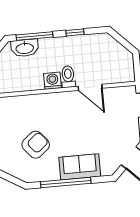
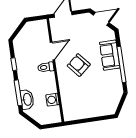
washing machine: (52, 81) -> (53, 100), moved
armchair: (36, 145) -> (79, 65), moved

